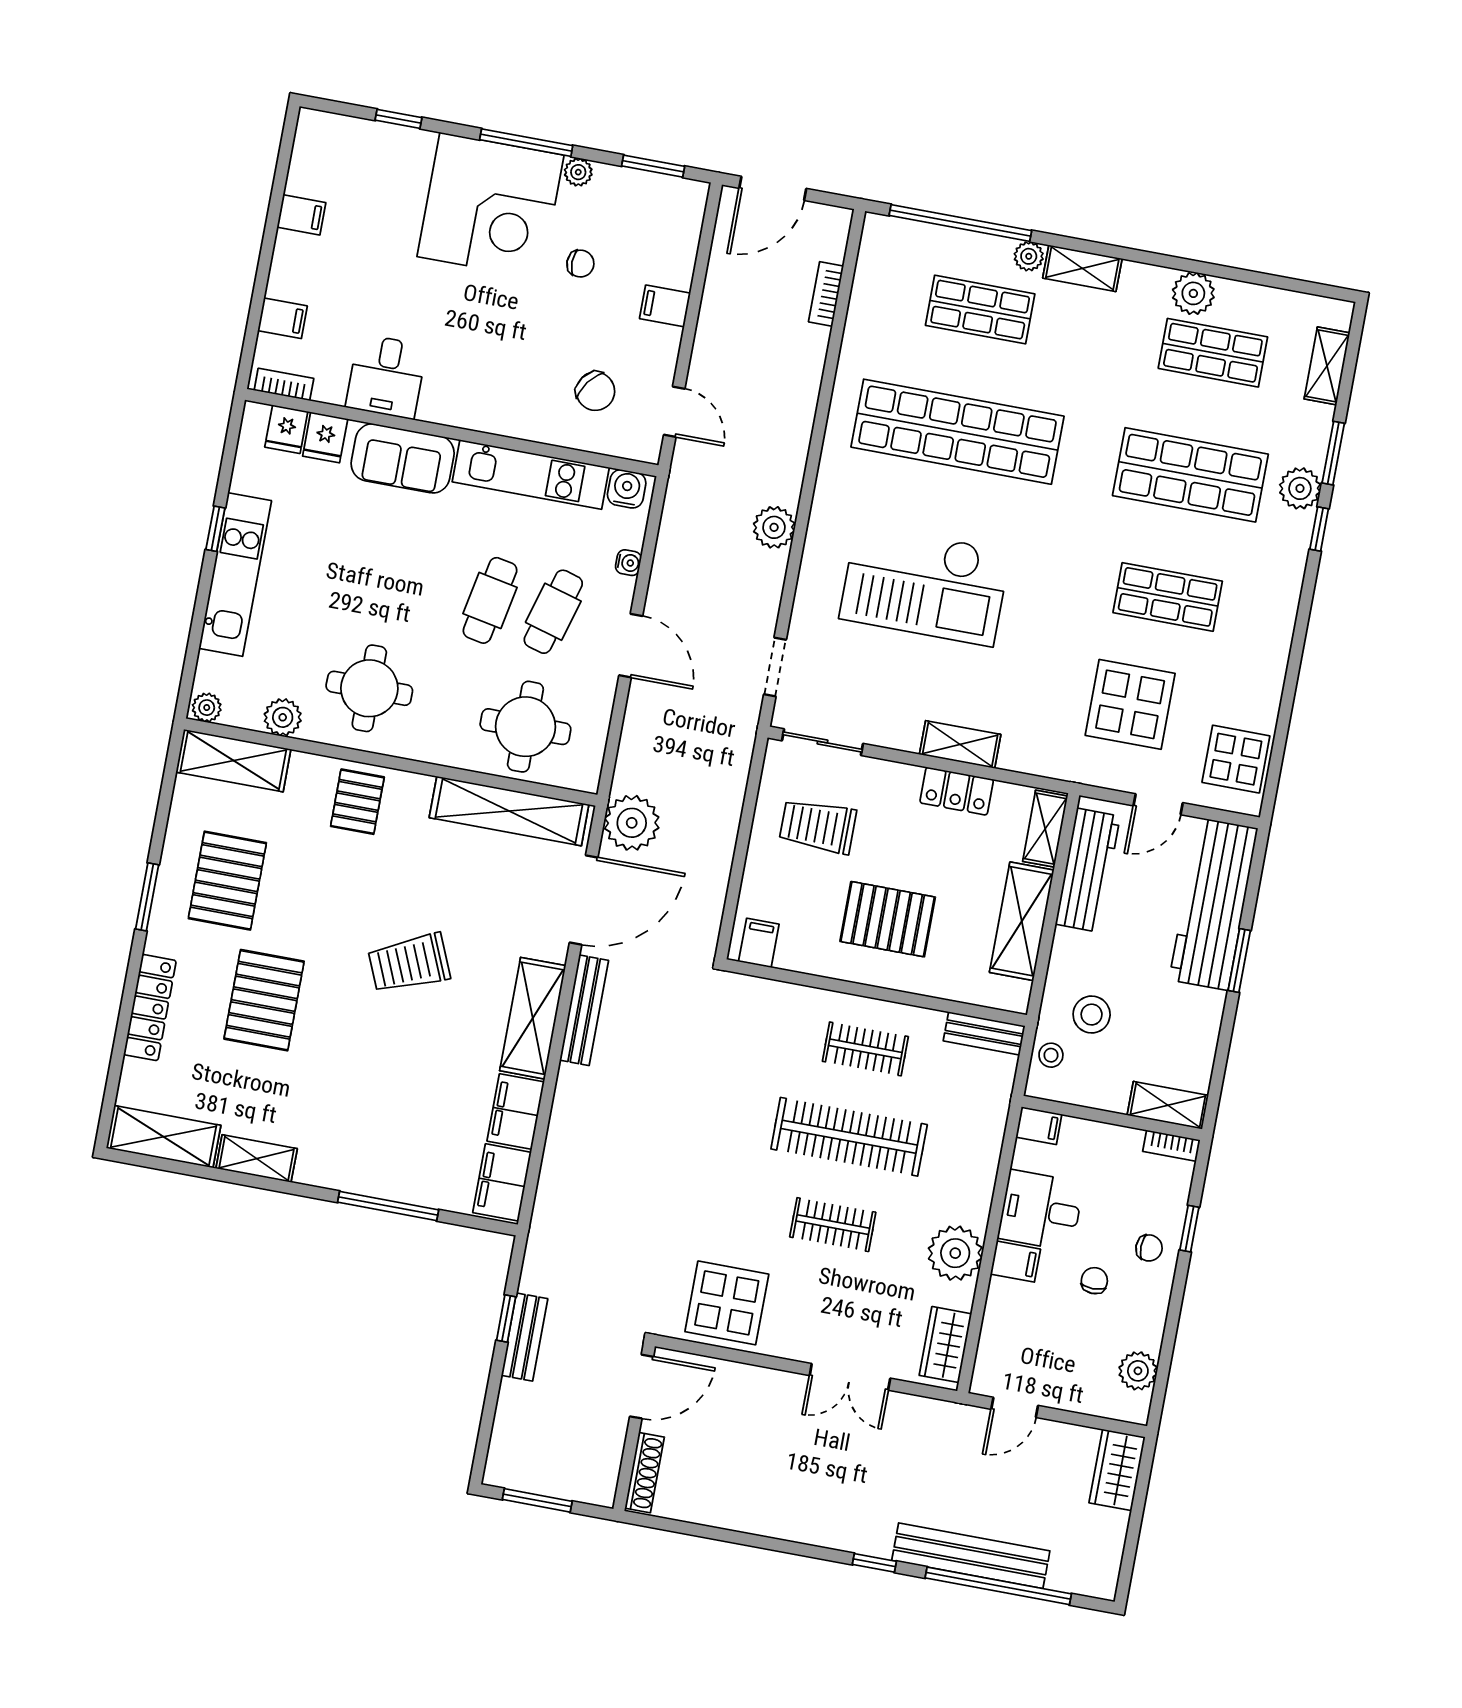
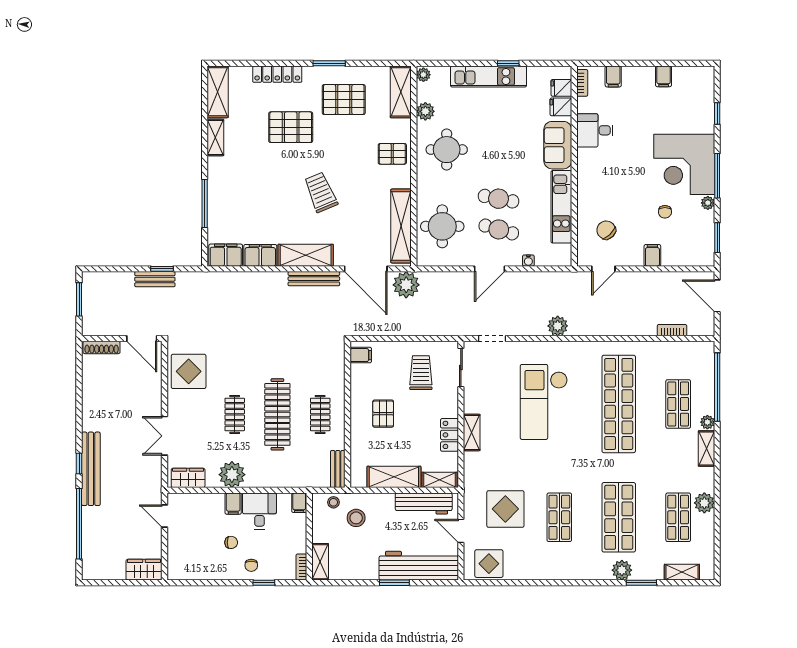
chair: (595, 391) -> (606, 230), turned 100
water cooler: (627, 489) -> (563, 253), removed
window: (1319, 529) -> (604, 583), removed
pallet: (888, 919) -> (383, 414), width x0.67, depth x0.71
plant: (1138, 1371) -> (192, 571), removed
bench: (971, 1556) -> (91, 469), moved

